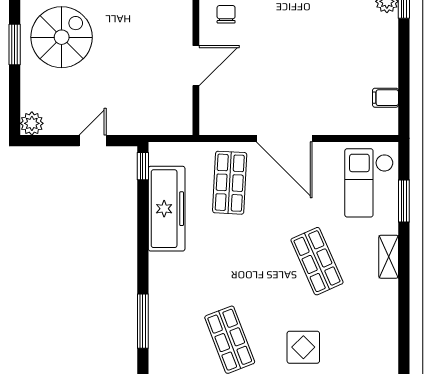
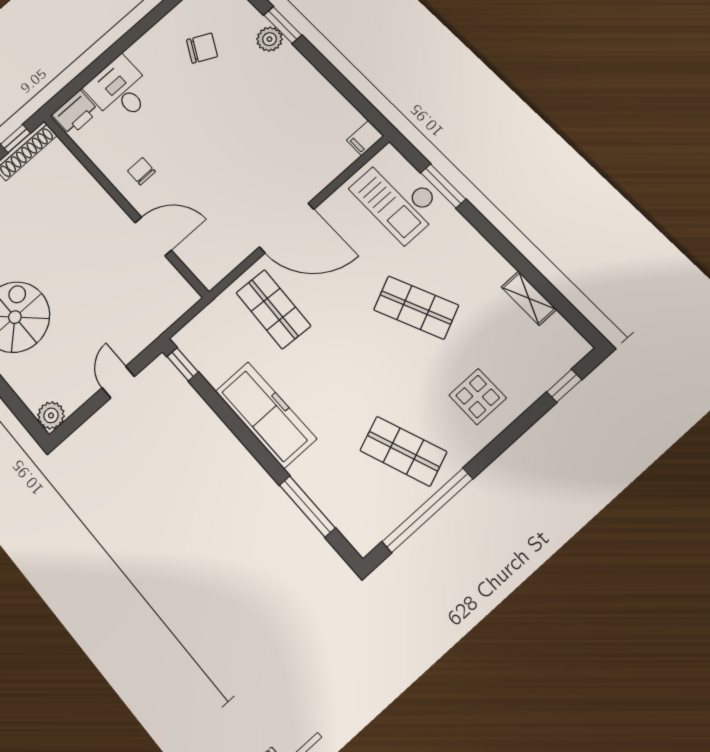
door: (196, 66) -> (153, 236), hinge flipped
filing cabinet: (385, 98) -> (365, 138), moved
freezer: (167, 209) -> (266, 415), moved
shelving: (389, 257) -> (529, 298), moved

